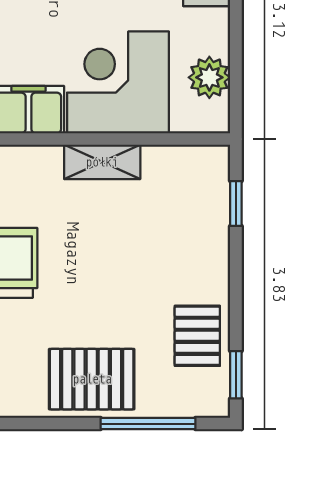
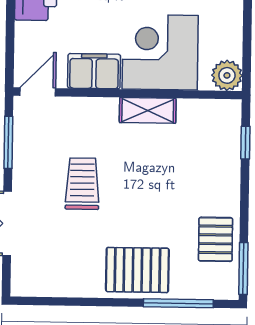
plant: (209, 77) -> (227, 75), moved
window: (236, 375) -> (243, 268), width x1.50

